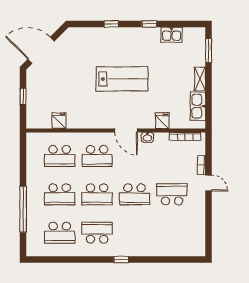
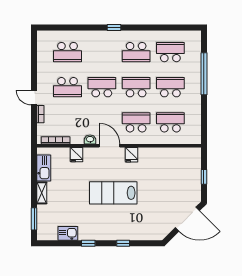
fridge: (59, 121) -> (132, 155), moved
school desk: (172, 233) -> (68, 52), added

